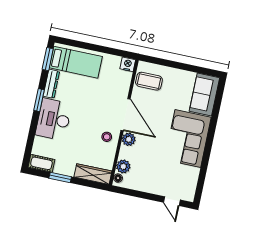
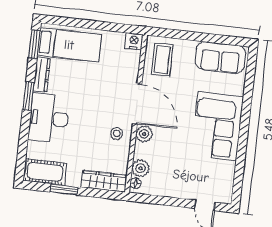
coffee table: (149, 81) -> (162, 60), turned 90
sofa: (204, 95) -> (220, 58), moved, turned -90
cot: (41, 163) -> (45, 172), width x1.37, depth x1.34

